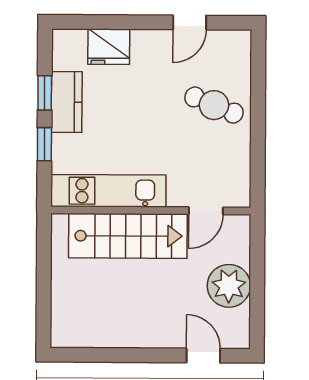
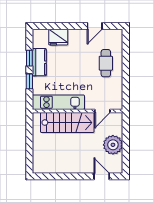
cafe table: (214, 105) -> (106, 63), turned 68

